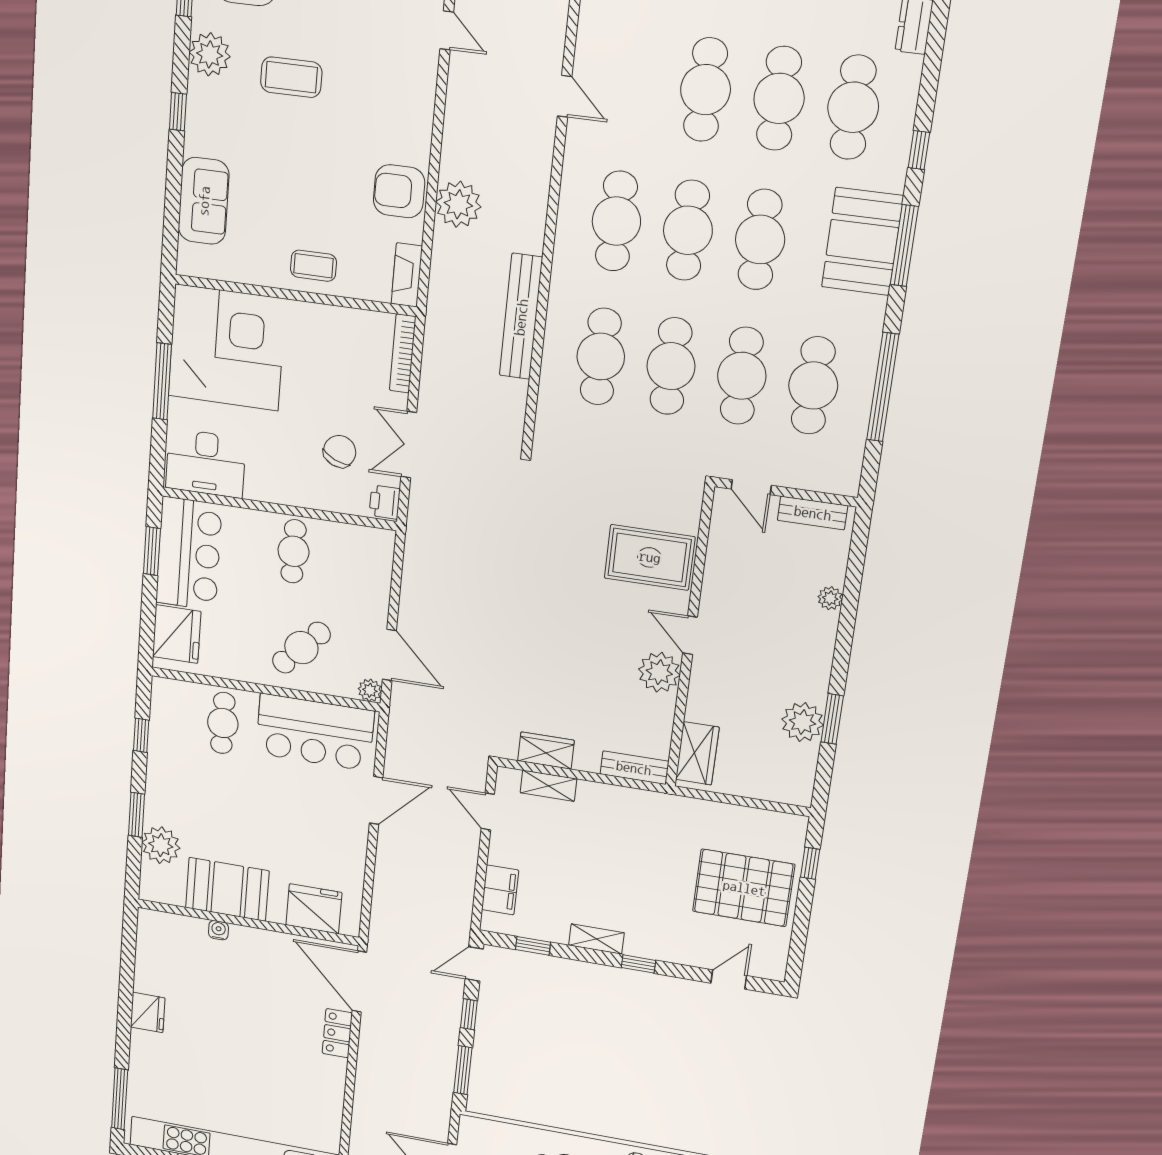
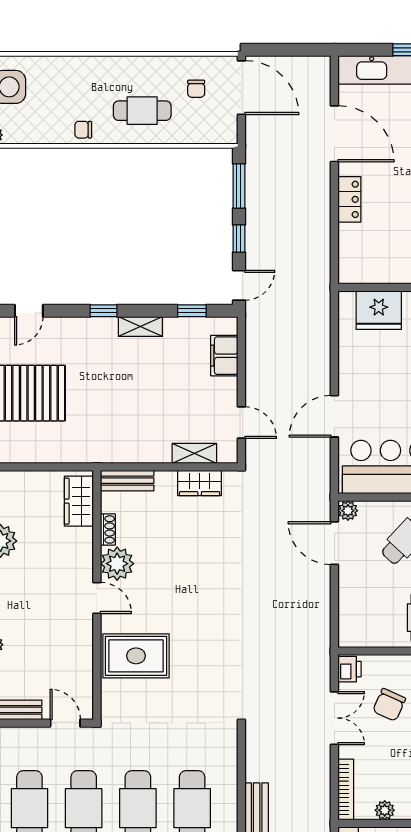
plant: (356, 321) -> (385, 810), added
shoe rack: (666, 714) -> (108, 529), added
door: (359, 981) -> (334, 134), moved

